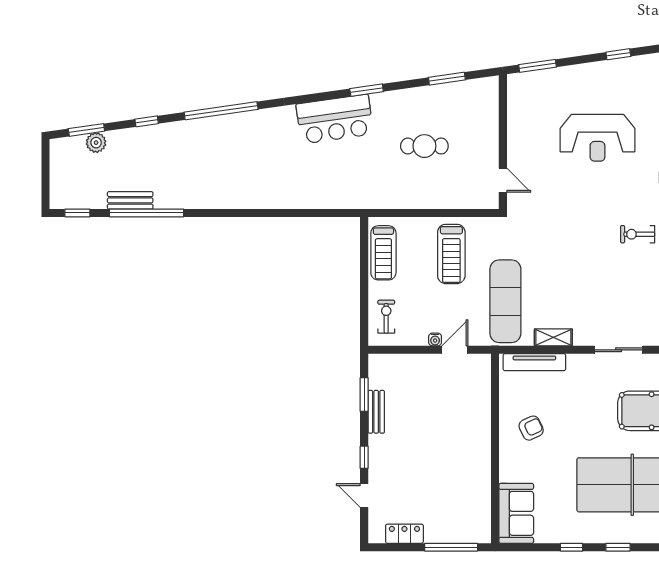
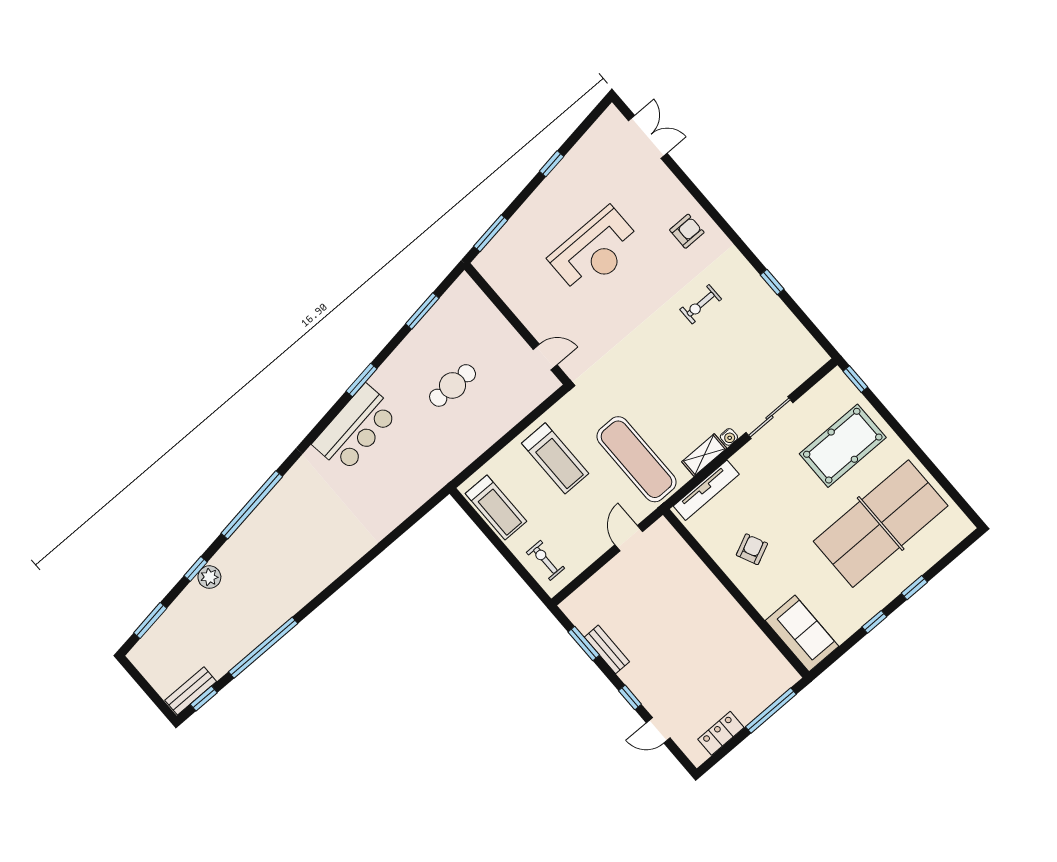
plant: (96, 143) -> (209, 577), moved
bench: (130, 200) -> (191, 691), moved
water cooler: (435, 339) -> (729, 437), moved

